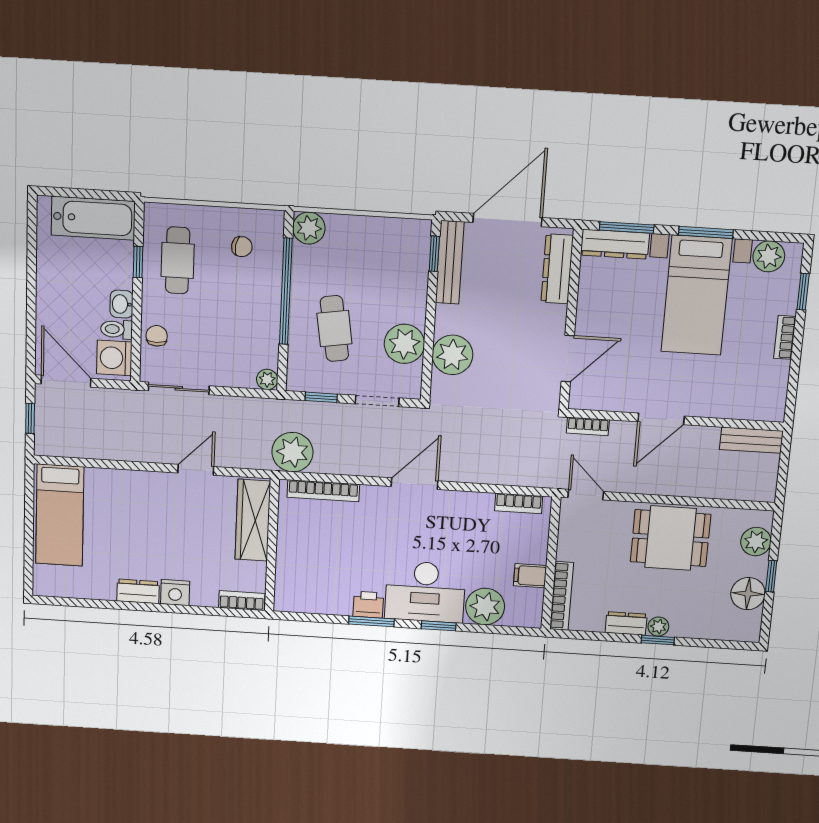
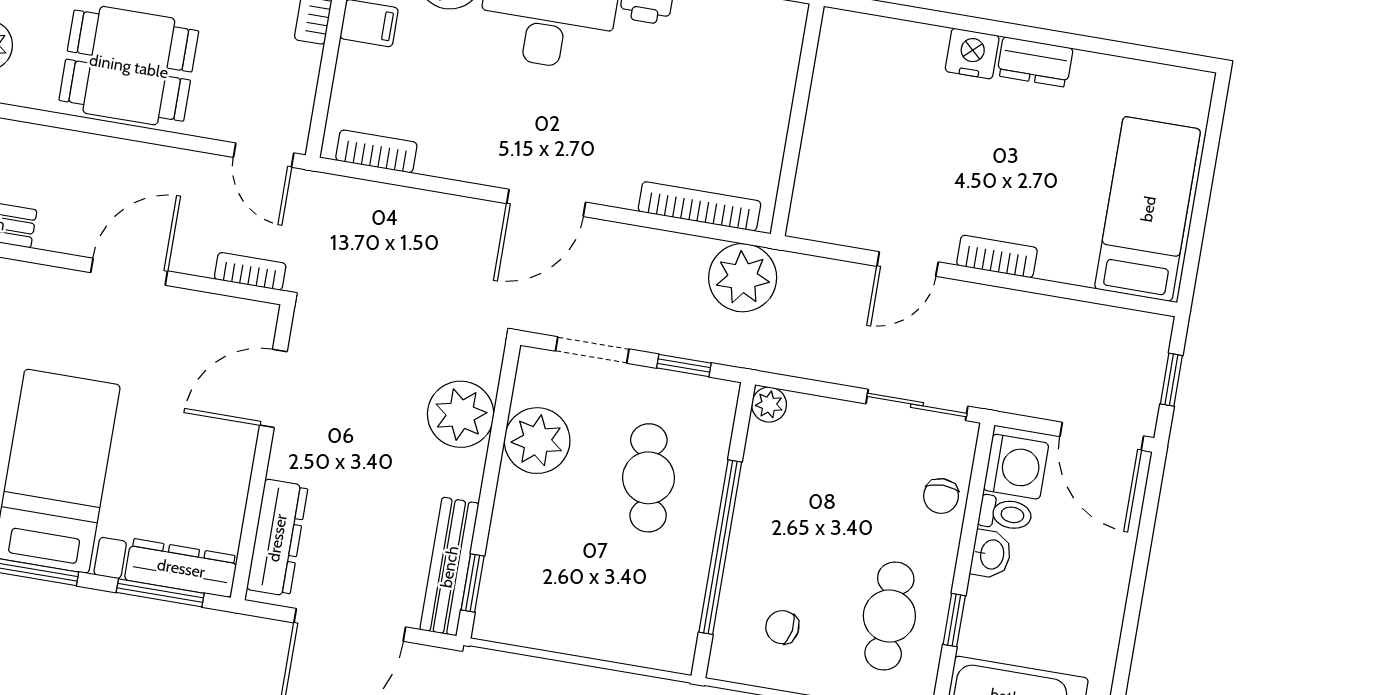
plant: (309, 228) -> (670, 646), removed
wardrobe: (253, 520) -> (824, 167), removed
bookcase: (242, 601) -> (997, 256), moved, turned 180

